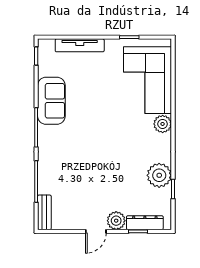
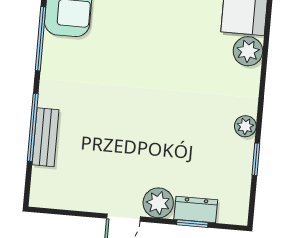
plant: (159, 175) -> (245, 126), width x0.53, depth x0.53
bench: (44, 212) -> (46, 137), moved
dresser: (145, 223) -> (196, 209), width x0.70

